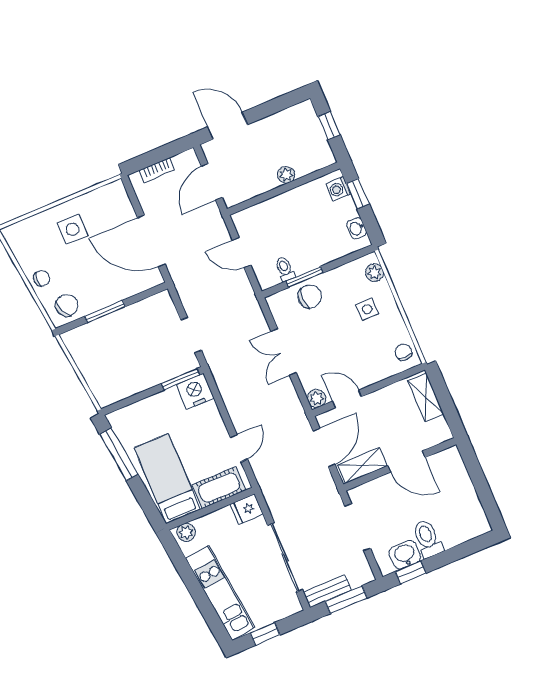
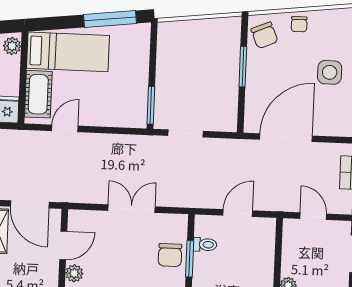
door: (212, 182) -> (313, 216), width x0.73
nightstand: (195, 391) -> (134, 113), removed
plant: (317, 398) -> (74, 273), moved
door: (239, 448) -> (65, 128), swing flipped

